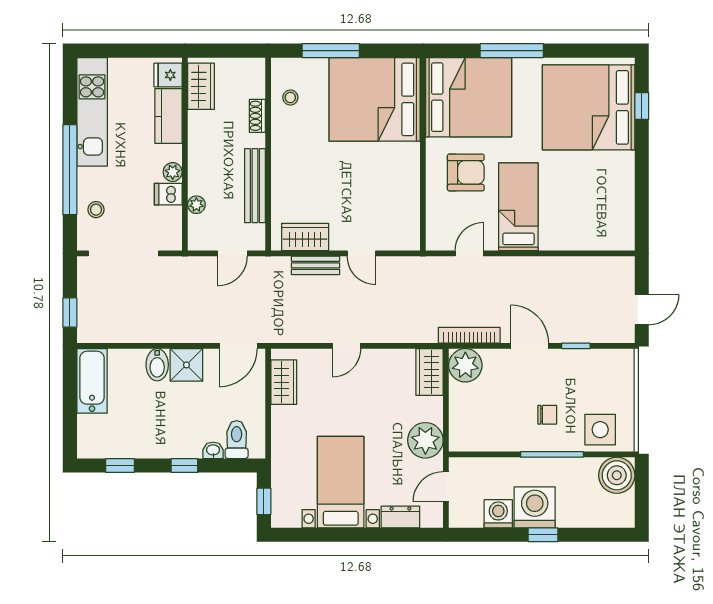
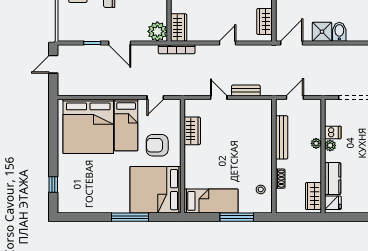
bed: (375, 99) -> (211, 201), width x0.49
bed: (589, 107) -> (88, 126), moved, turned 90
plant: (196, 205) -> (316, 143), moved
wardrobe: (305, 237) -> (192, 131), moved, turned -90
bookcase: (469, 335) -> (177, 49), moved

